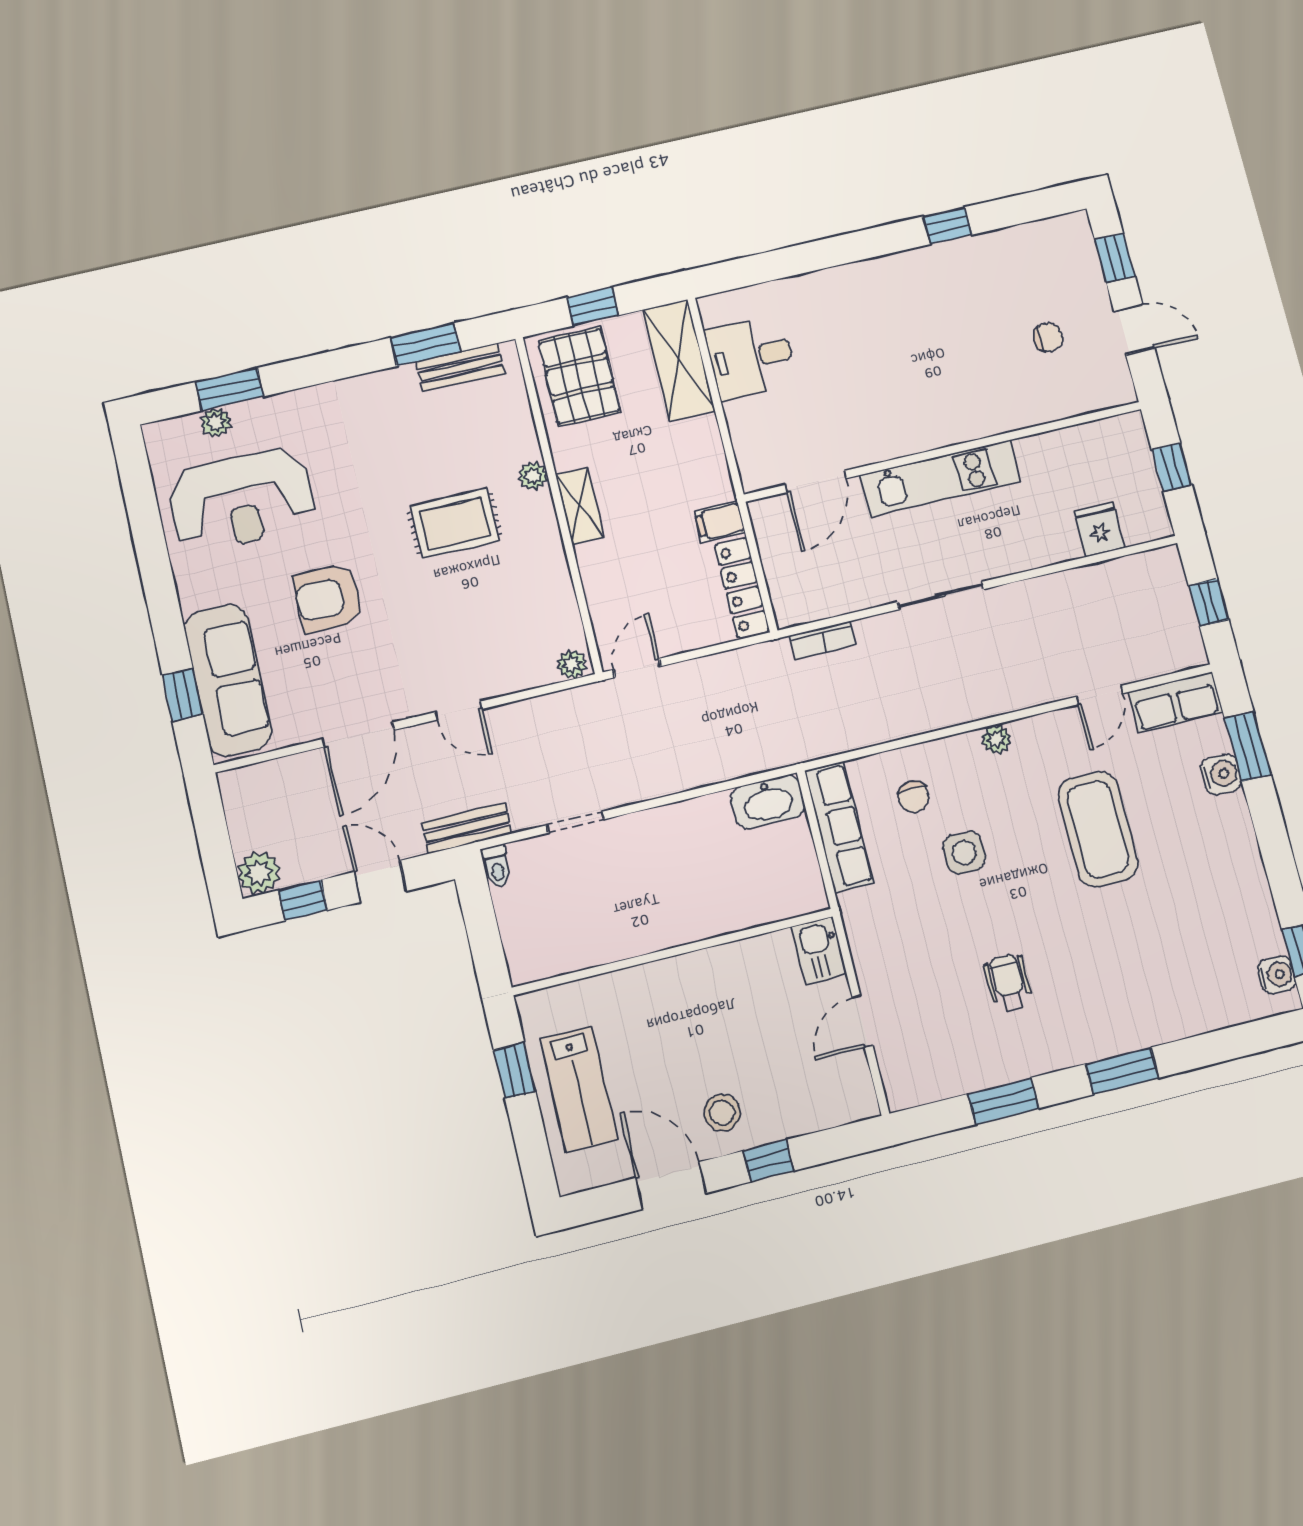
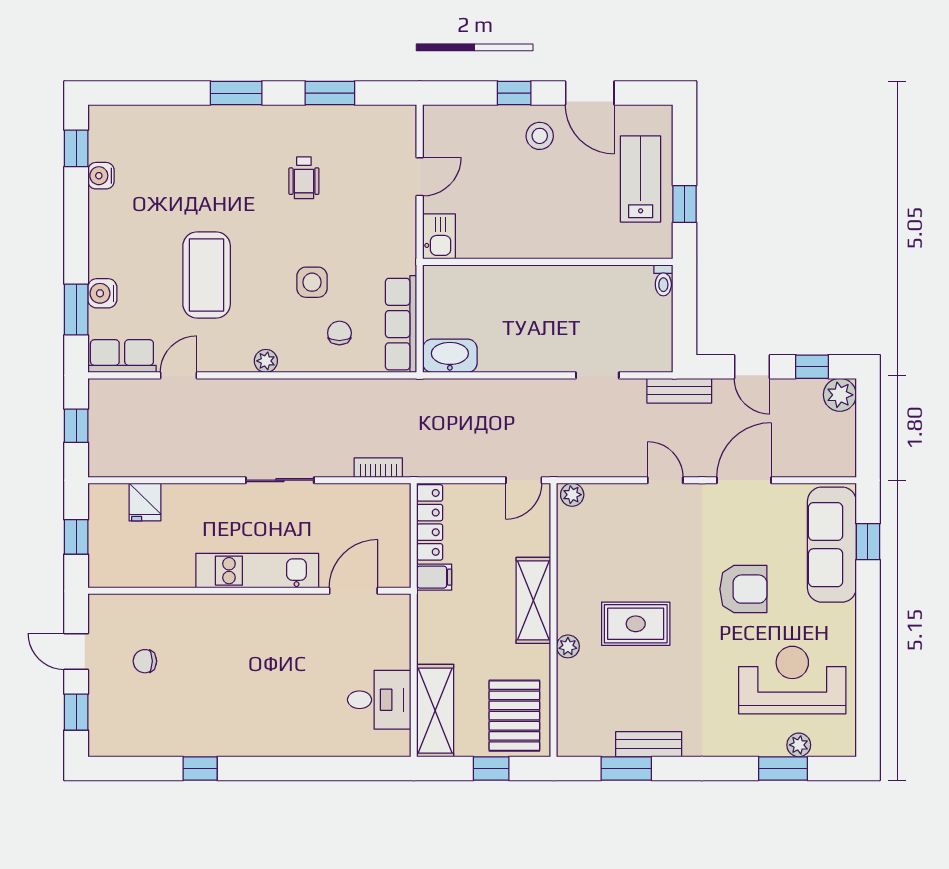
bench: (461, 367) -> (649, 744), moved
shelving: (580, 506) -> (533, 600), width x1.50, depth x1.33
toilet: (497, 866) -> (663, 280), moved, turned 180
water cooler: (1277, 975) -> (101, 176), moved

